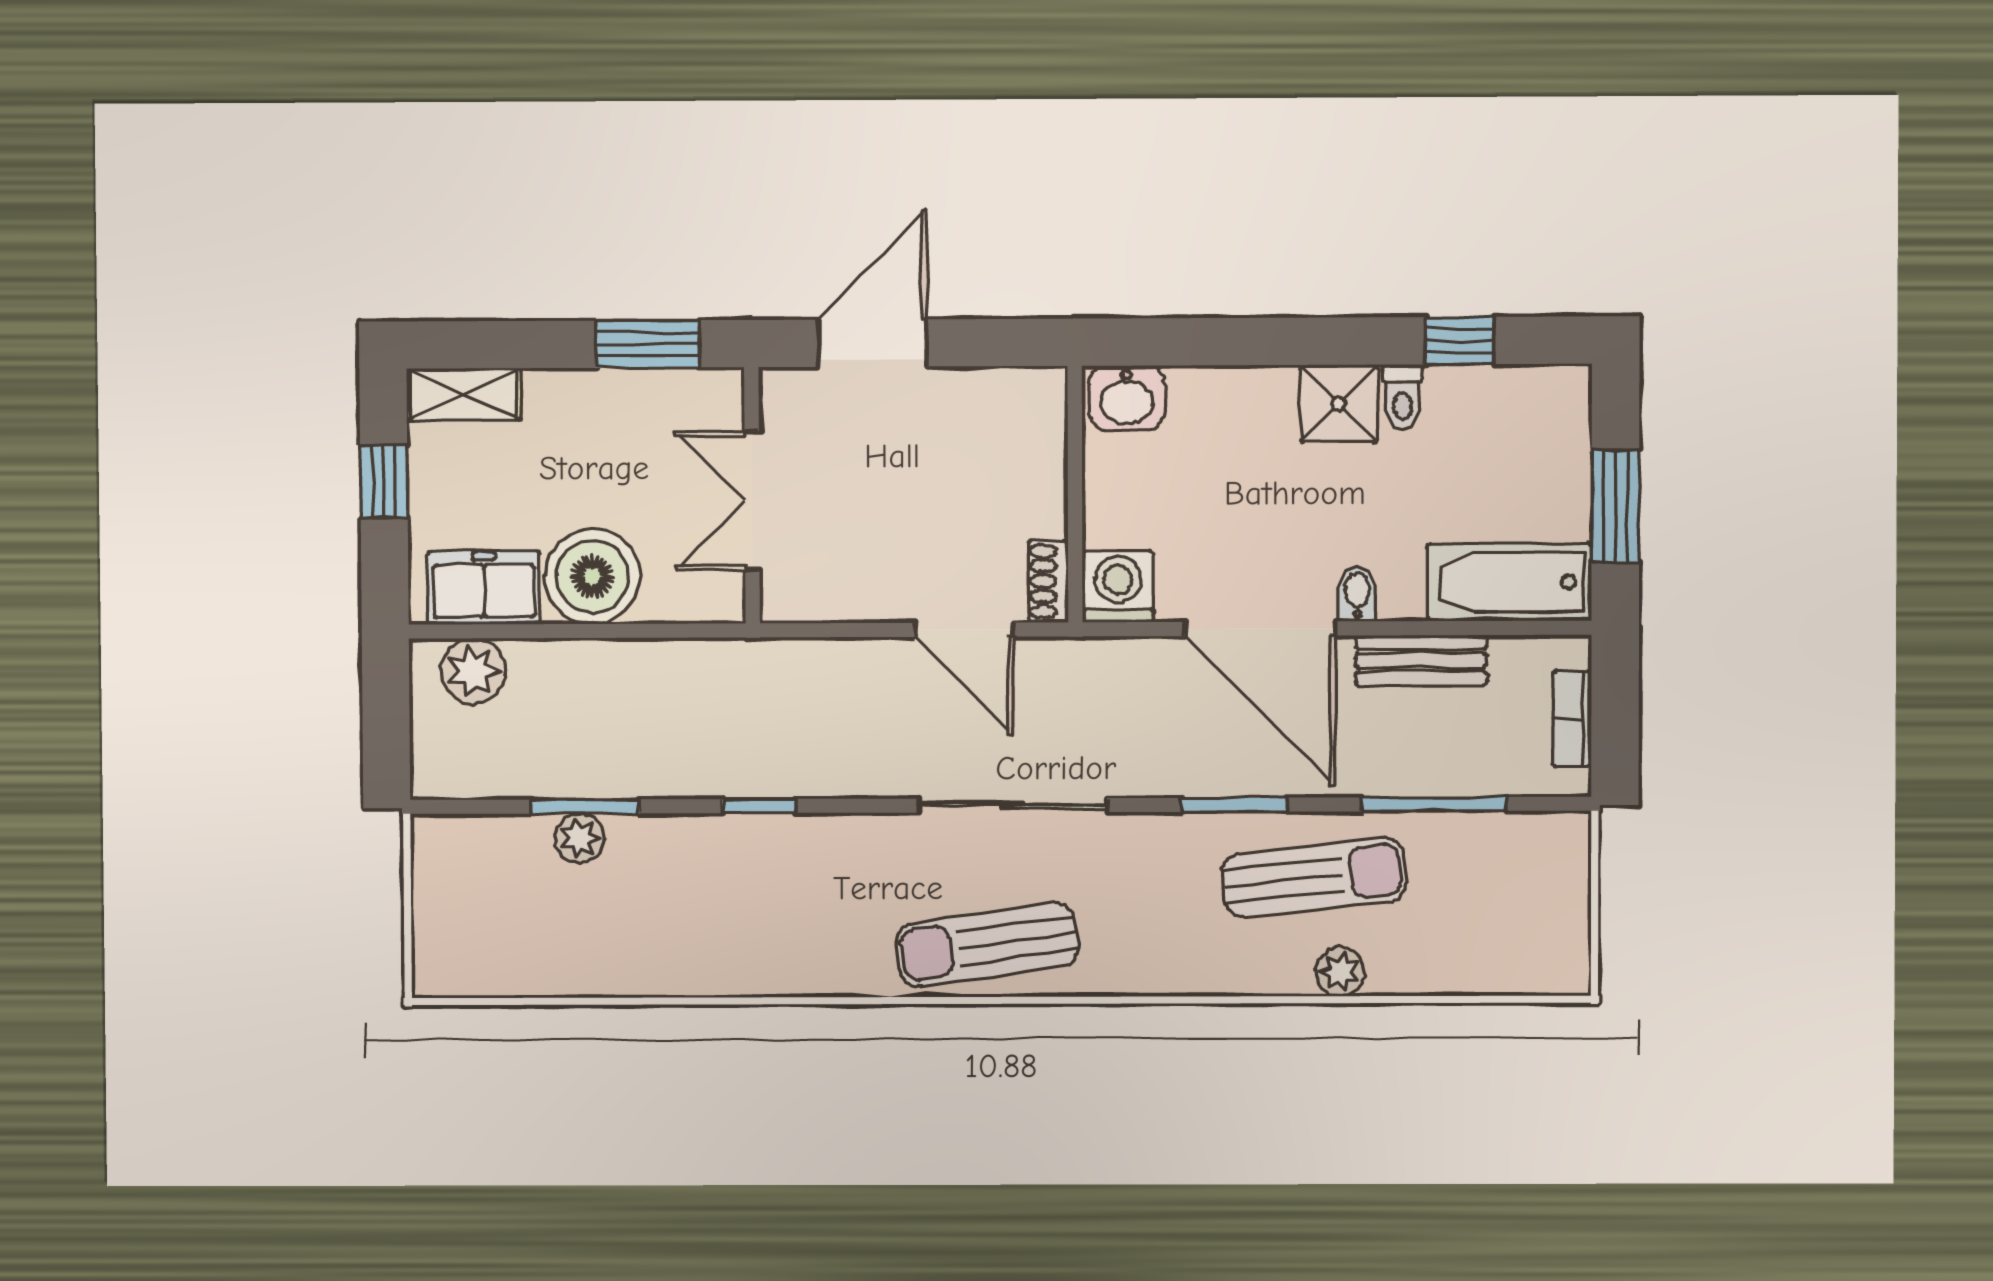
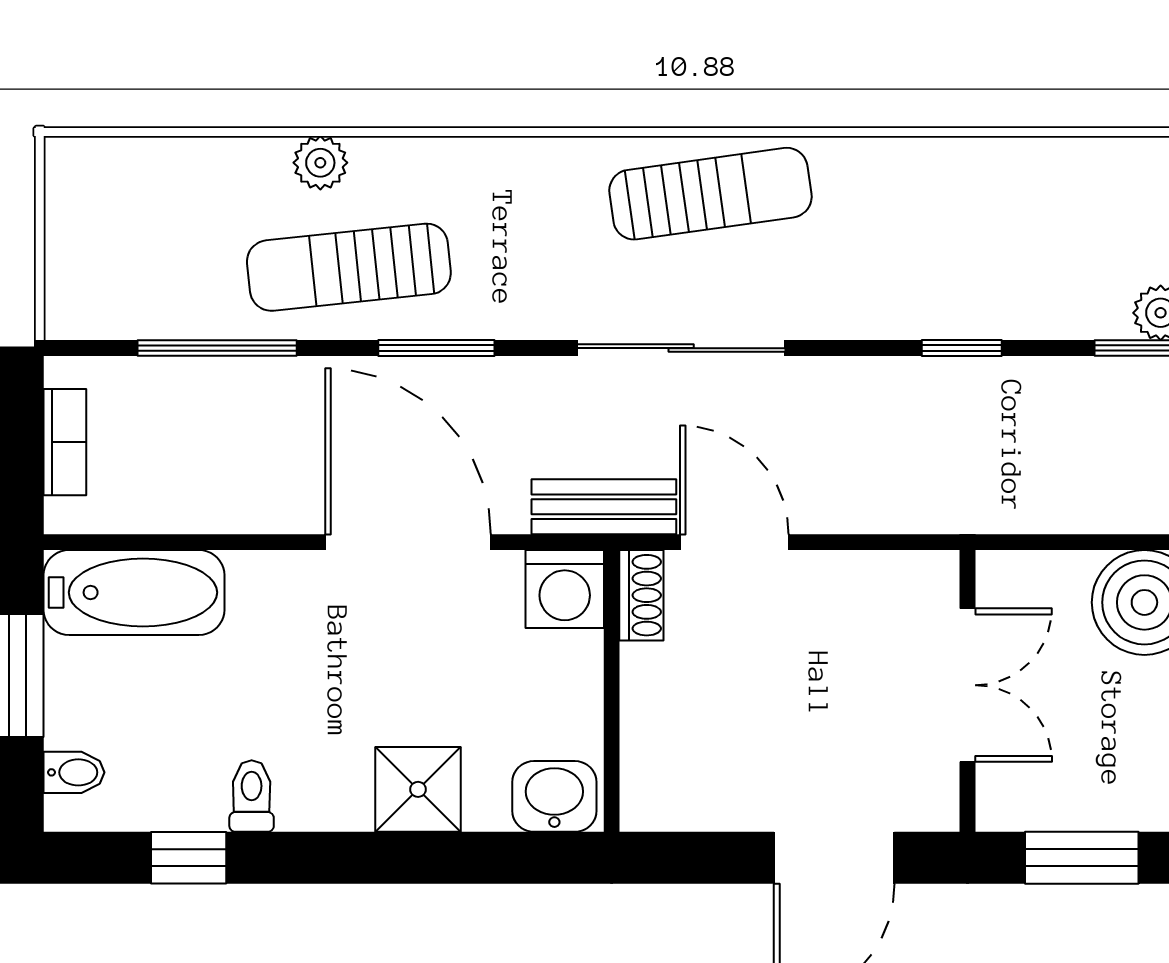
shower: (1339, 404) -> (418, 789), moved
bidet: (1357, 594) -> (74, 772), moved, turned -90
bench: (1421, 660) -> (604, 507), moved

